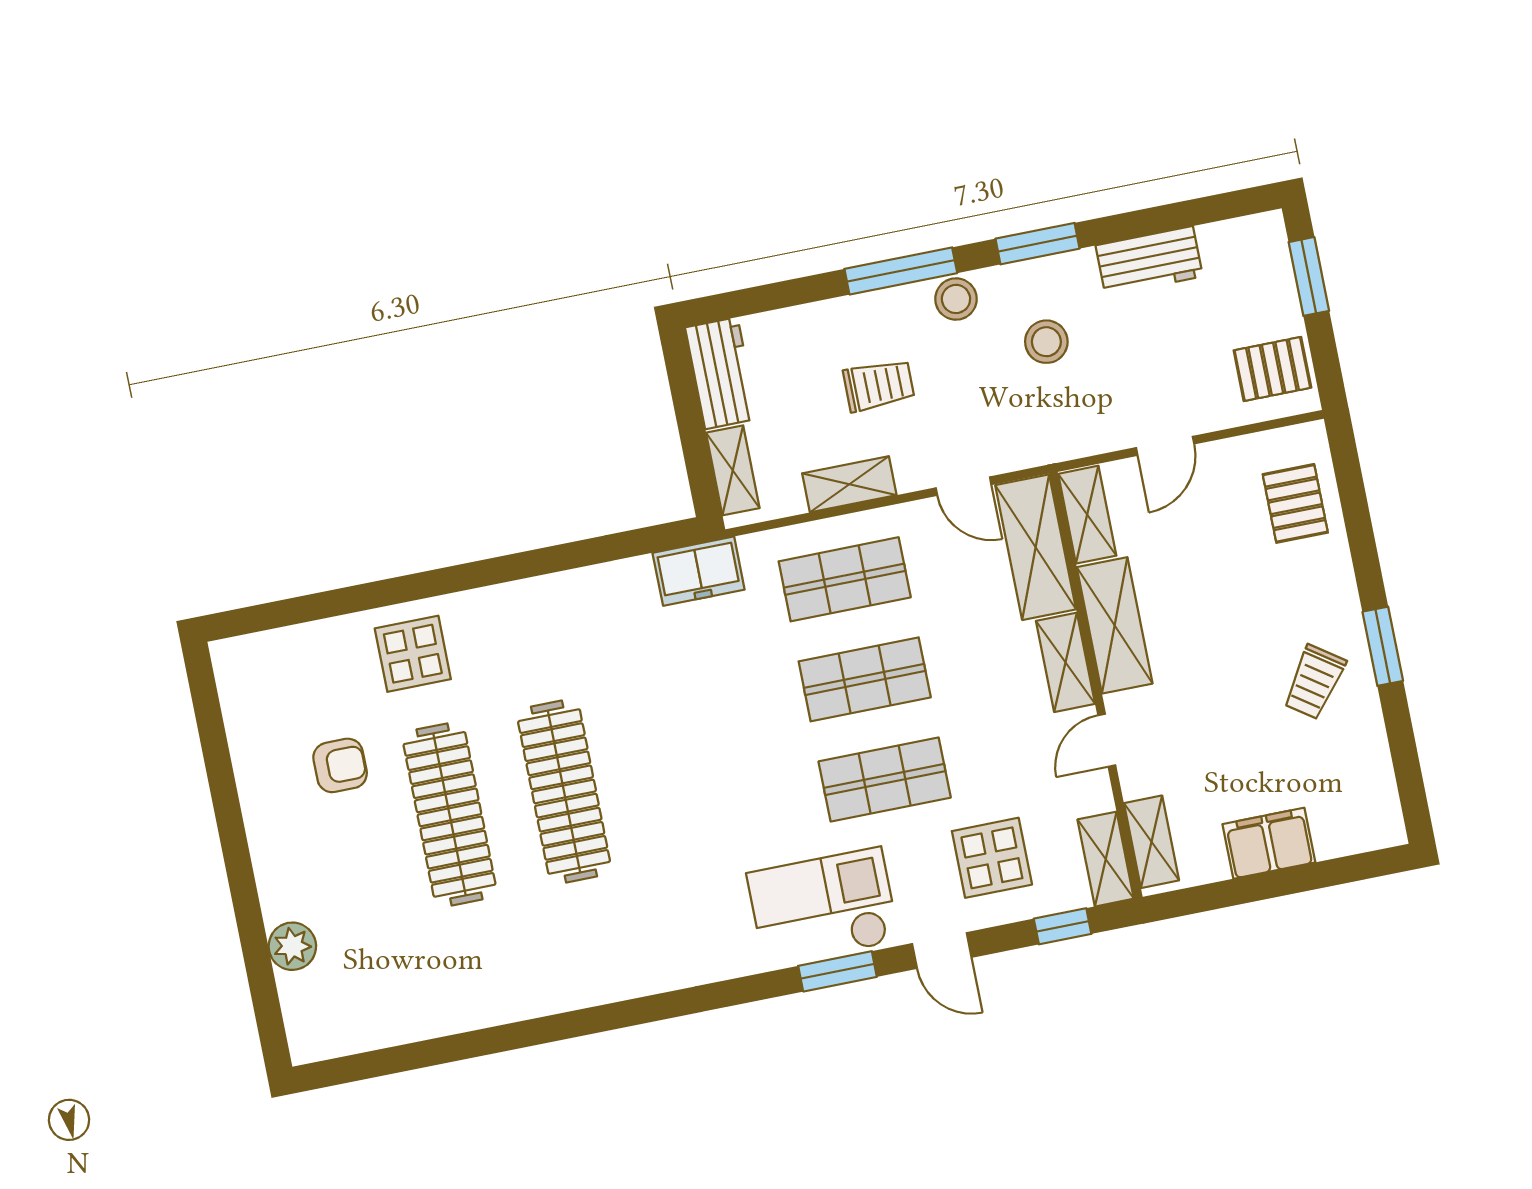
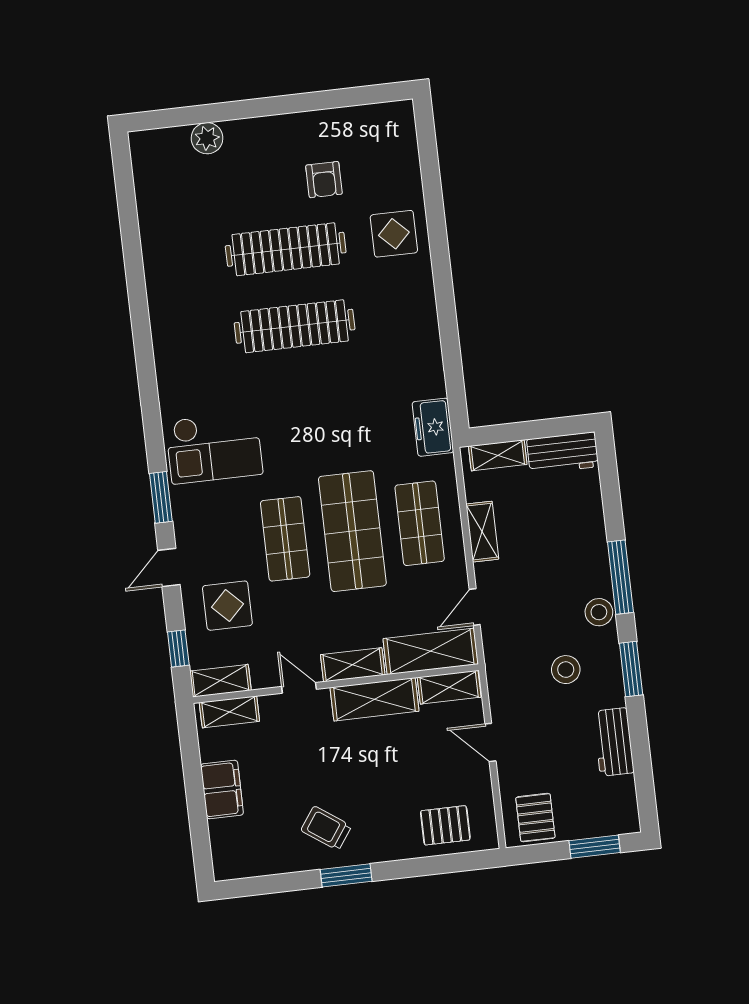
trolley: (879, 385) -> (546, 556), removed
shop shelf: (865, 679) -> (352, 531), width x1.43, depth x1.36
checkout: (823, 907) -> (214, 448), moved, turned 90

